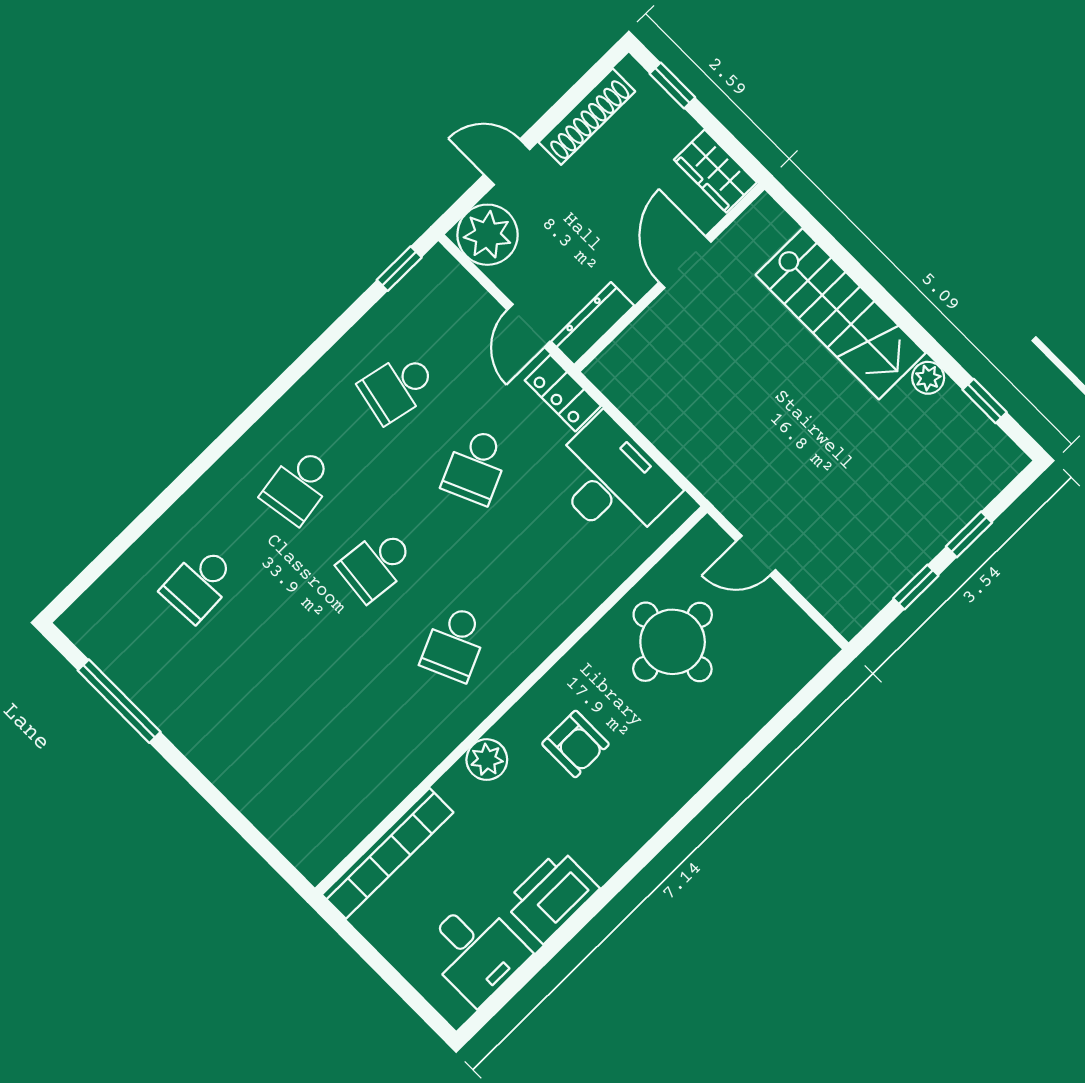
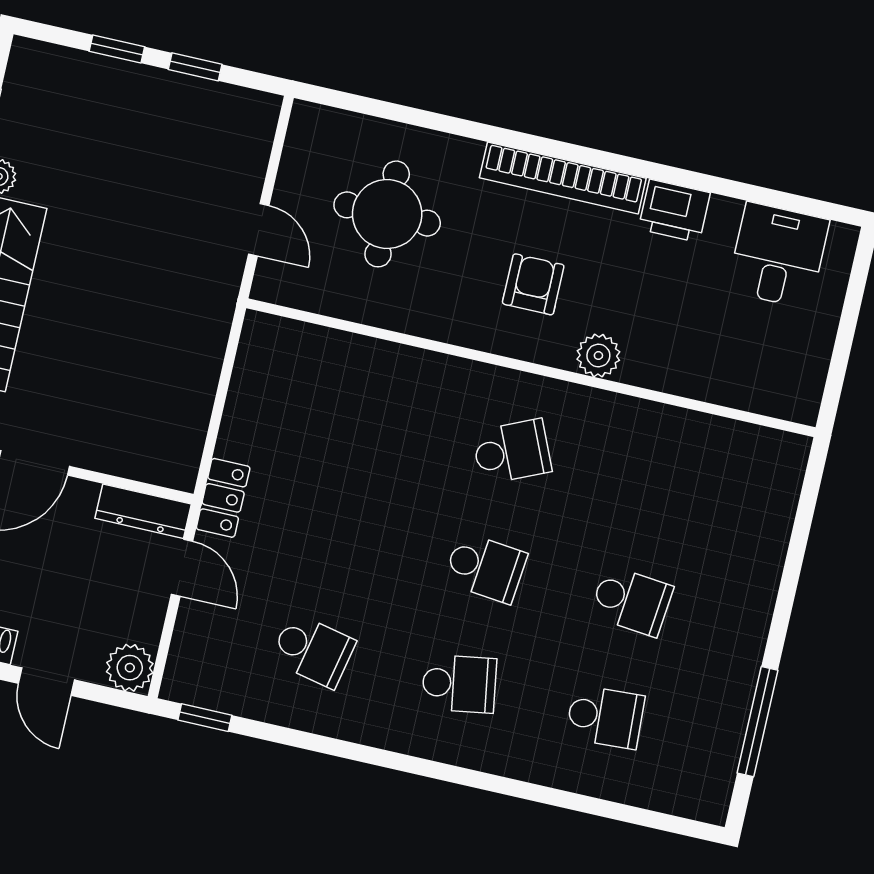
plant: (488, 235) -> (130, 668), width x0.73, depth x0.73
door: (529, 326) -> (182, 568), hinge flipped
school desk: (476, 466) -> (632, 601), moved, turned 30
desk: (612, 481) -> (274, 403), removed
round table: (673, 642) -> (387, 214), moved
bookcase: (388, 853) -> (563, 178), moved, turned 180
printer: (552, 896) -> (674, 211), width x0.73, depth x0.84

